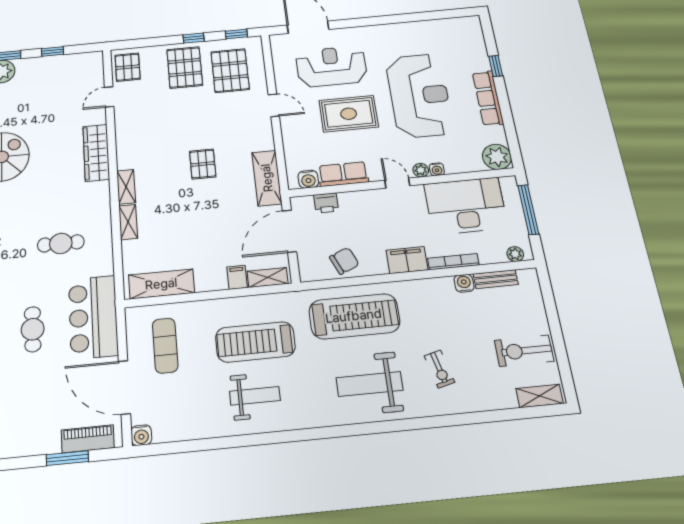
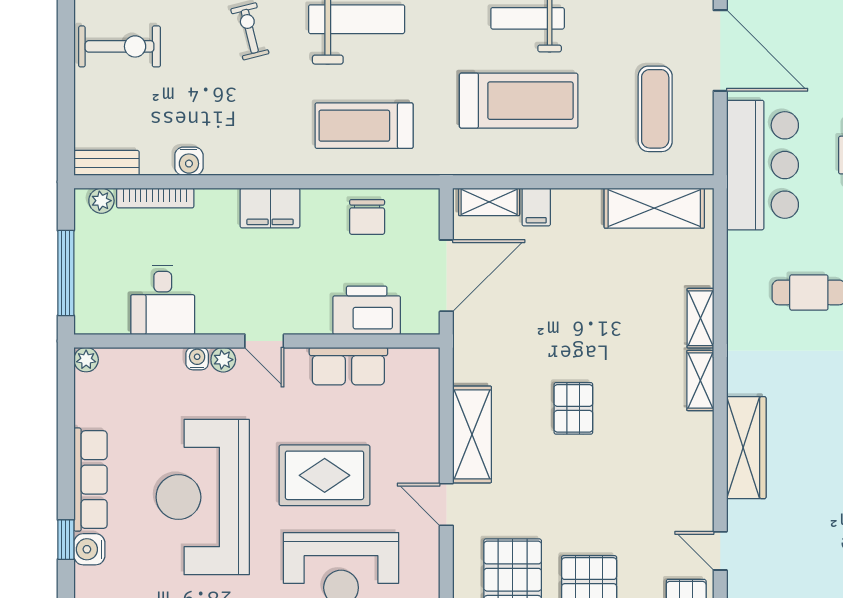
door: (109, 97) -> (720, 551), swing flipped
plant: (497, 157) -> (86, 360), width x0.53, depth x0.53
shelving: (267, 178) -> (472, 434), moved
water cooler: (308, 179) -> (89, 549), moved, turned -90
printer: (326, 203) -> (367, 310), width x1.87, depth x1.48
desk: (466, 206) -> (163, 300), width x0.53, depth x0.77
chair: (344, 261) -> (367, 217), turned -67
bookcase: (453, 262) -> (155, 198), moved
bench: (496, 279) -> (106, 163), moved
treadmill: (354, 316) -> (364, 126), width x0.73, depth x0.73

